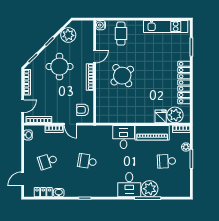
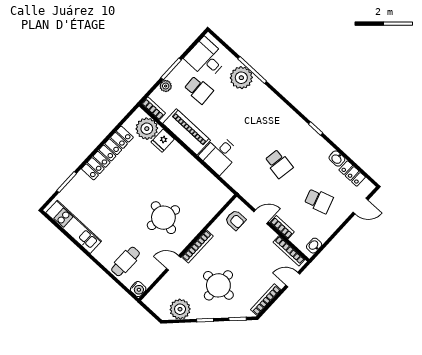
round table: (122, 76) -> (163, 218), turned -38
door: (71, 124) -> (261, 217), hinge flipped
desk: (129, 185) -> (206, 58), moved, turned -90

